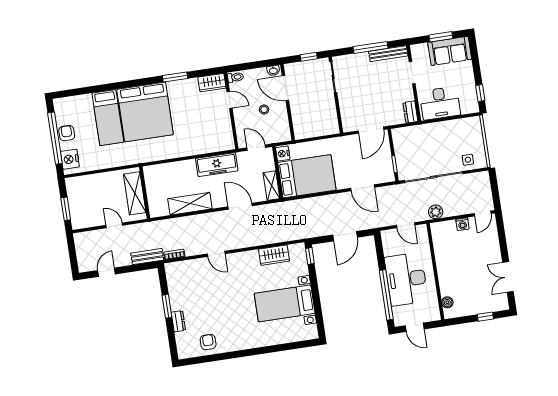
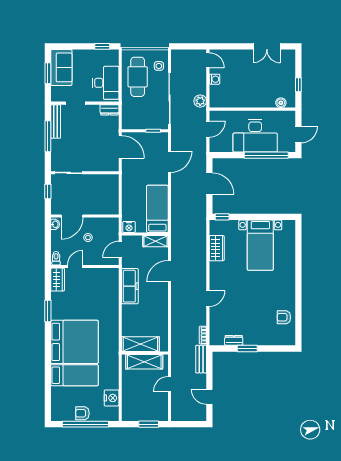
cafe table: (452, 138) -> (138, 77), added
nightstand: (70, 159) -> (112, 398), moved, turned -90
bed: (307, 176) -> (157, 209), width x0.67
shelving: (190, 204) -> (140, 344), moved, turned 90
window: (485, 317) -> (298, 85), moved
dresser: (178, 321) -> (234, 340), moved

